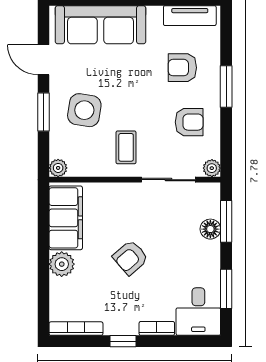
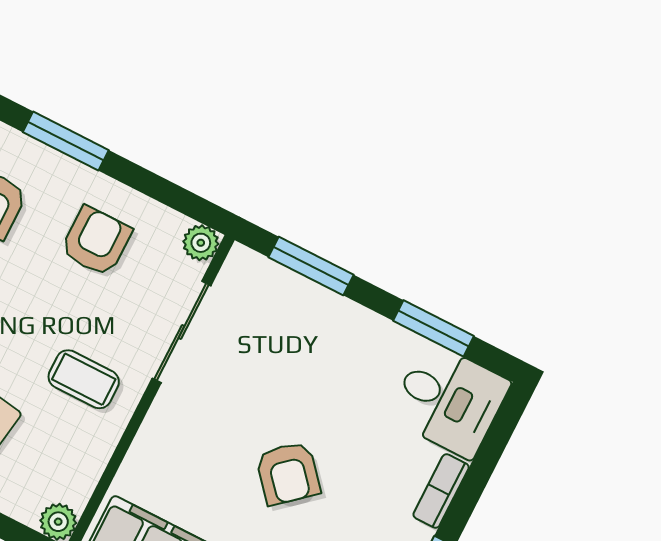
floor lamp: (210, 229) -> (310, 302), removed

